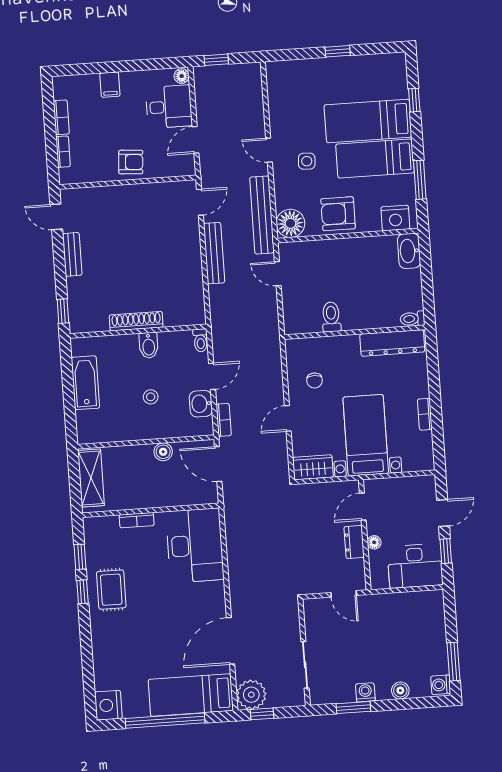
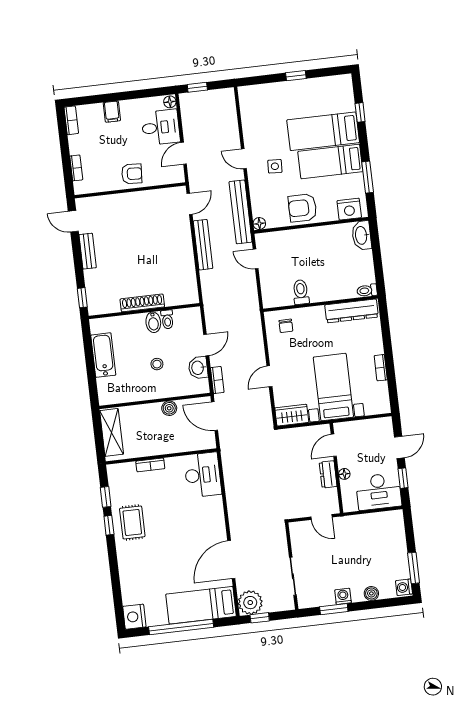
bookcase: (61, 117) -> (71, 120), moved
floor lamp: (290, 223) -> (259, 224), width x0.53, depth x0.53
toilet: (200, 340) -> (167, 319), moved
chair: (315, 381) -> (286, 326), moved
desk: (195, 545) -> (203, 475), width x0.73, depth x0.77

